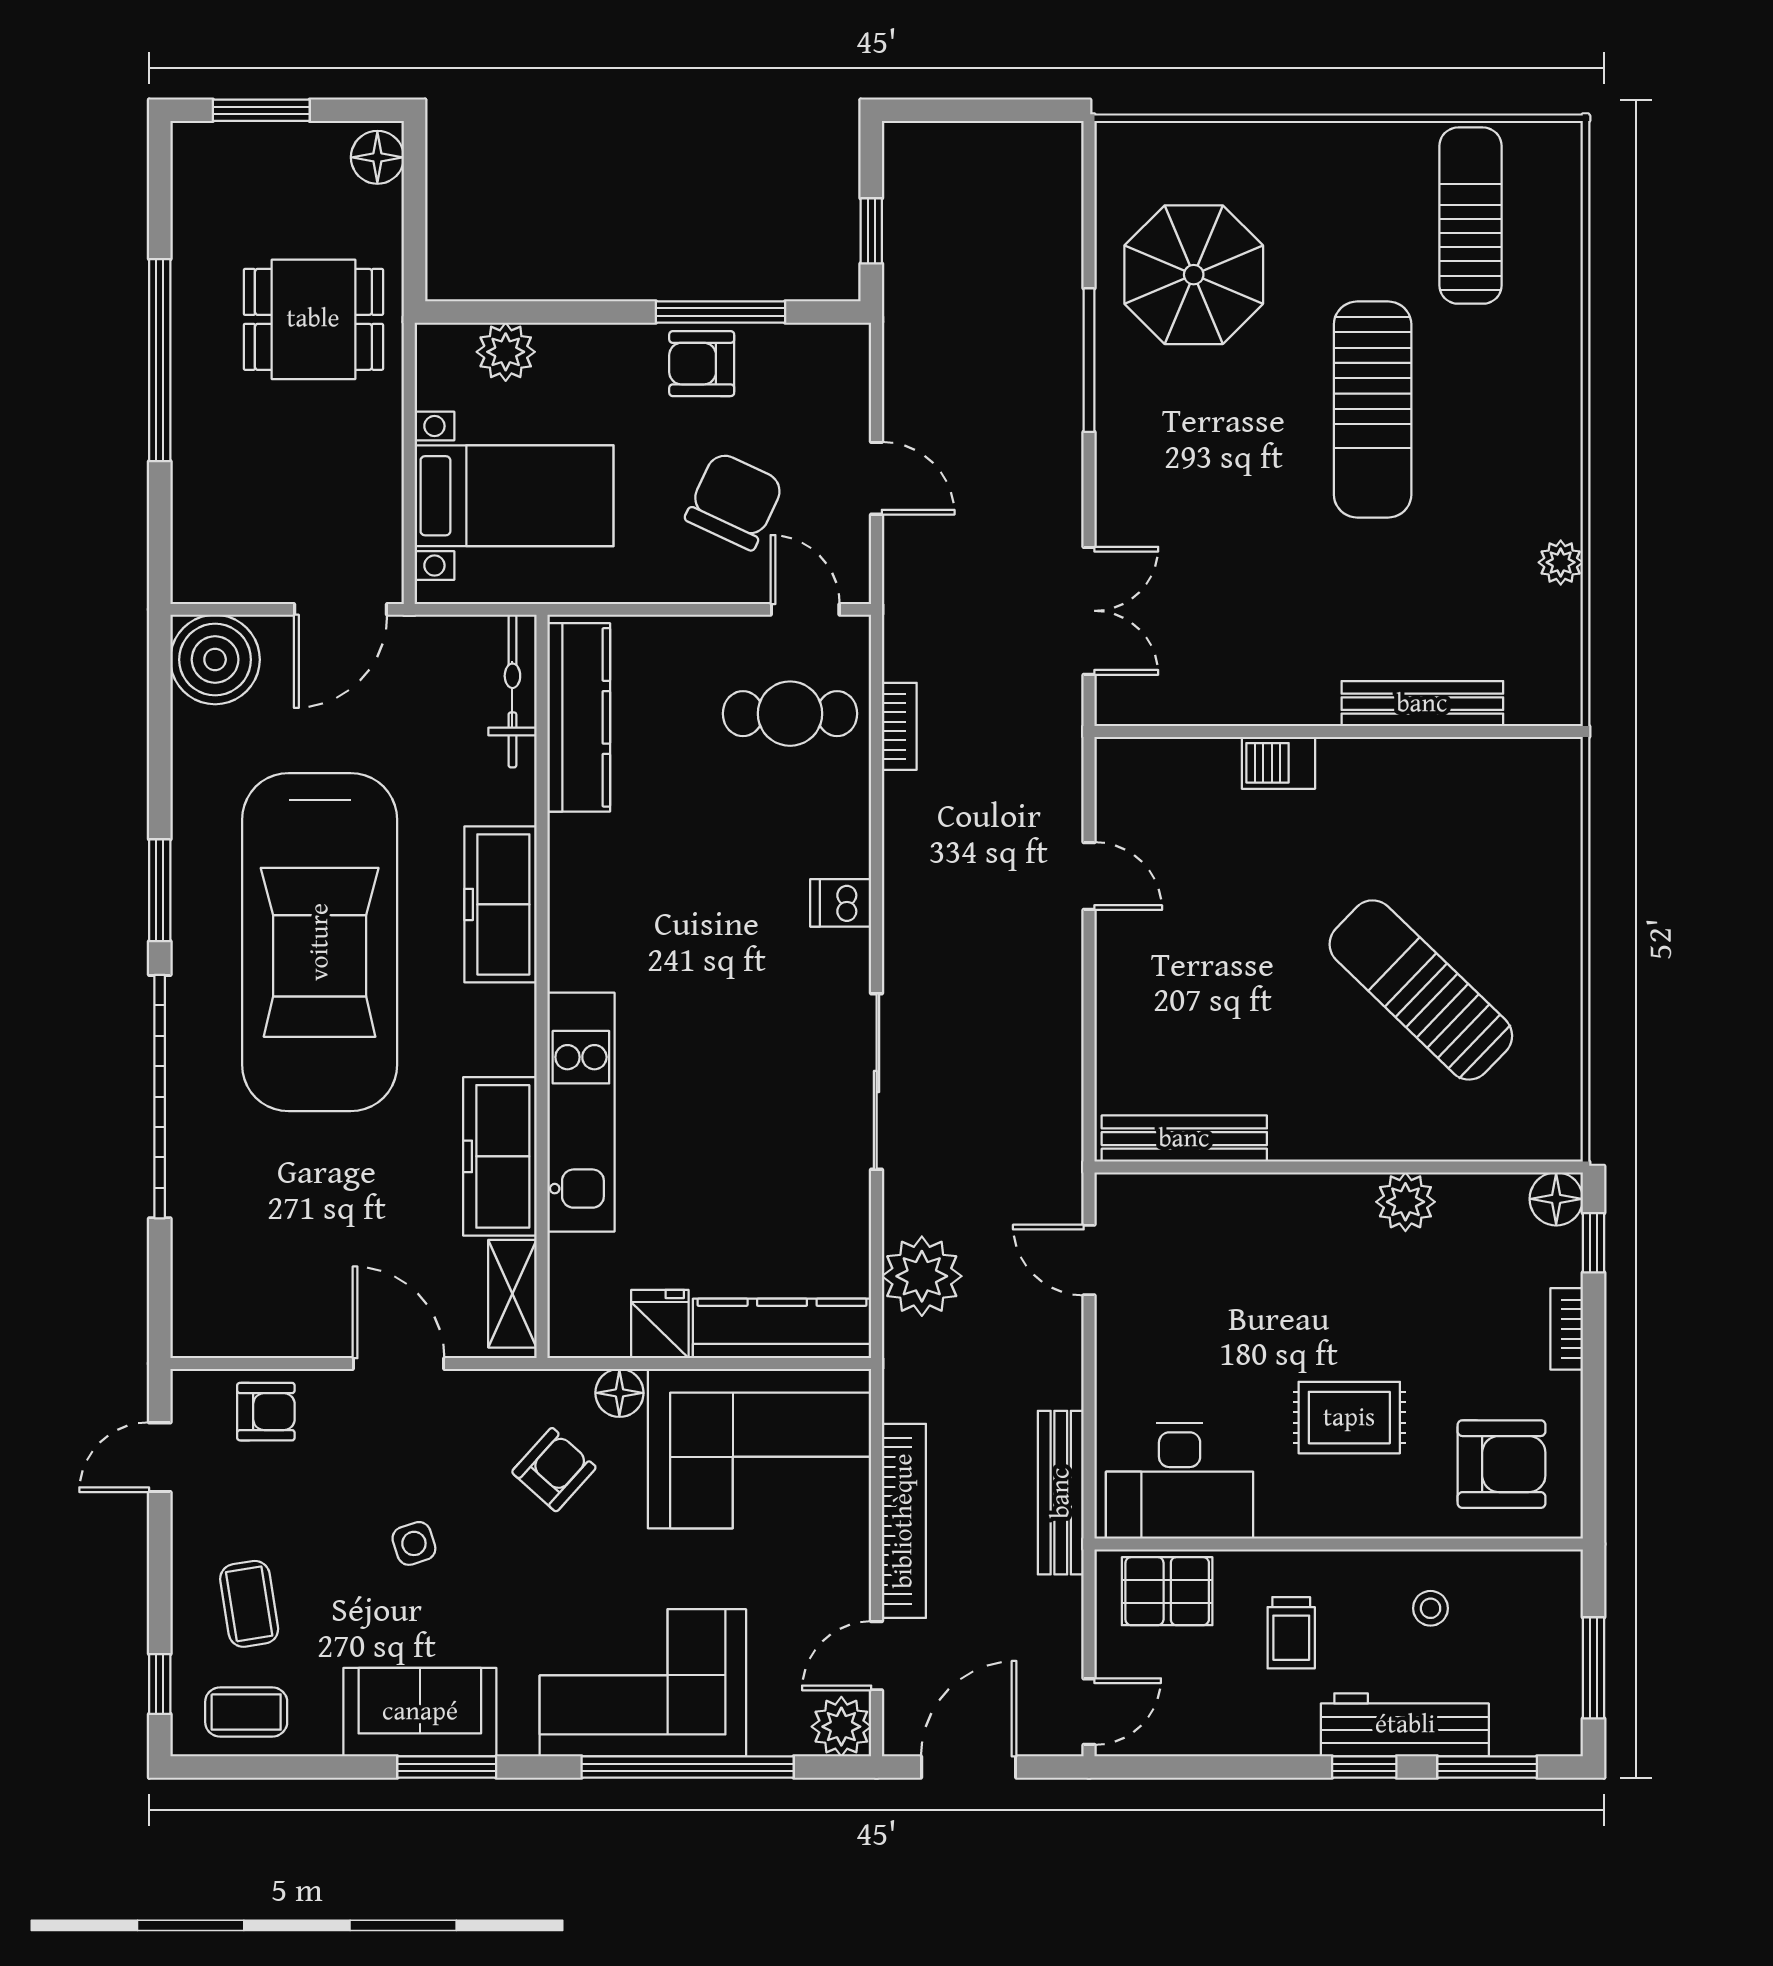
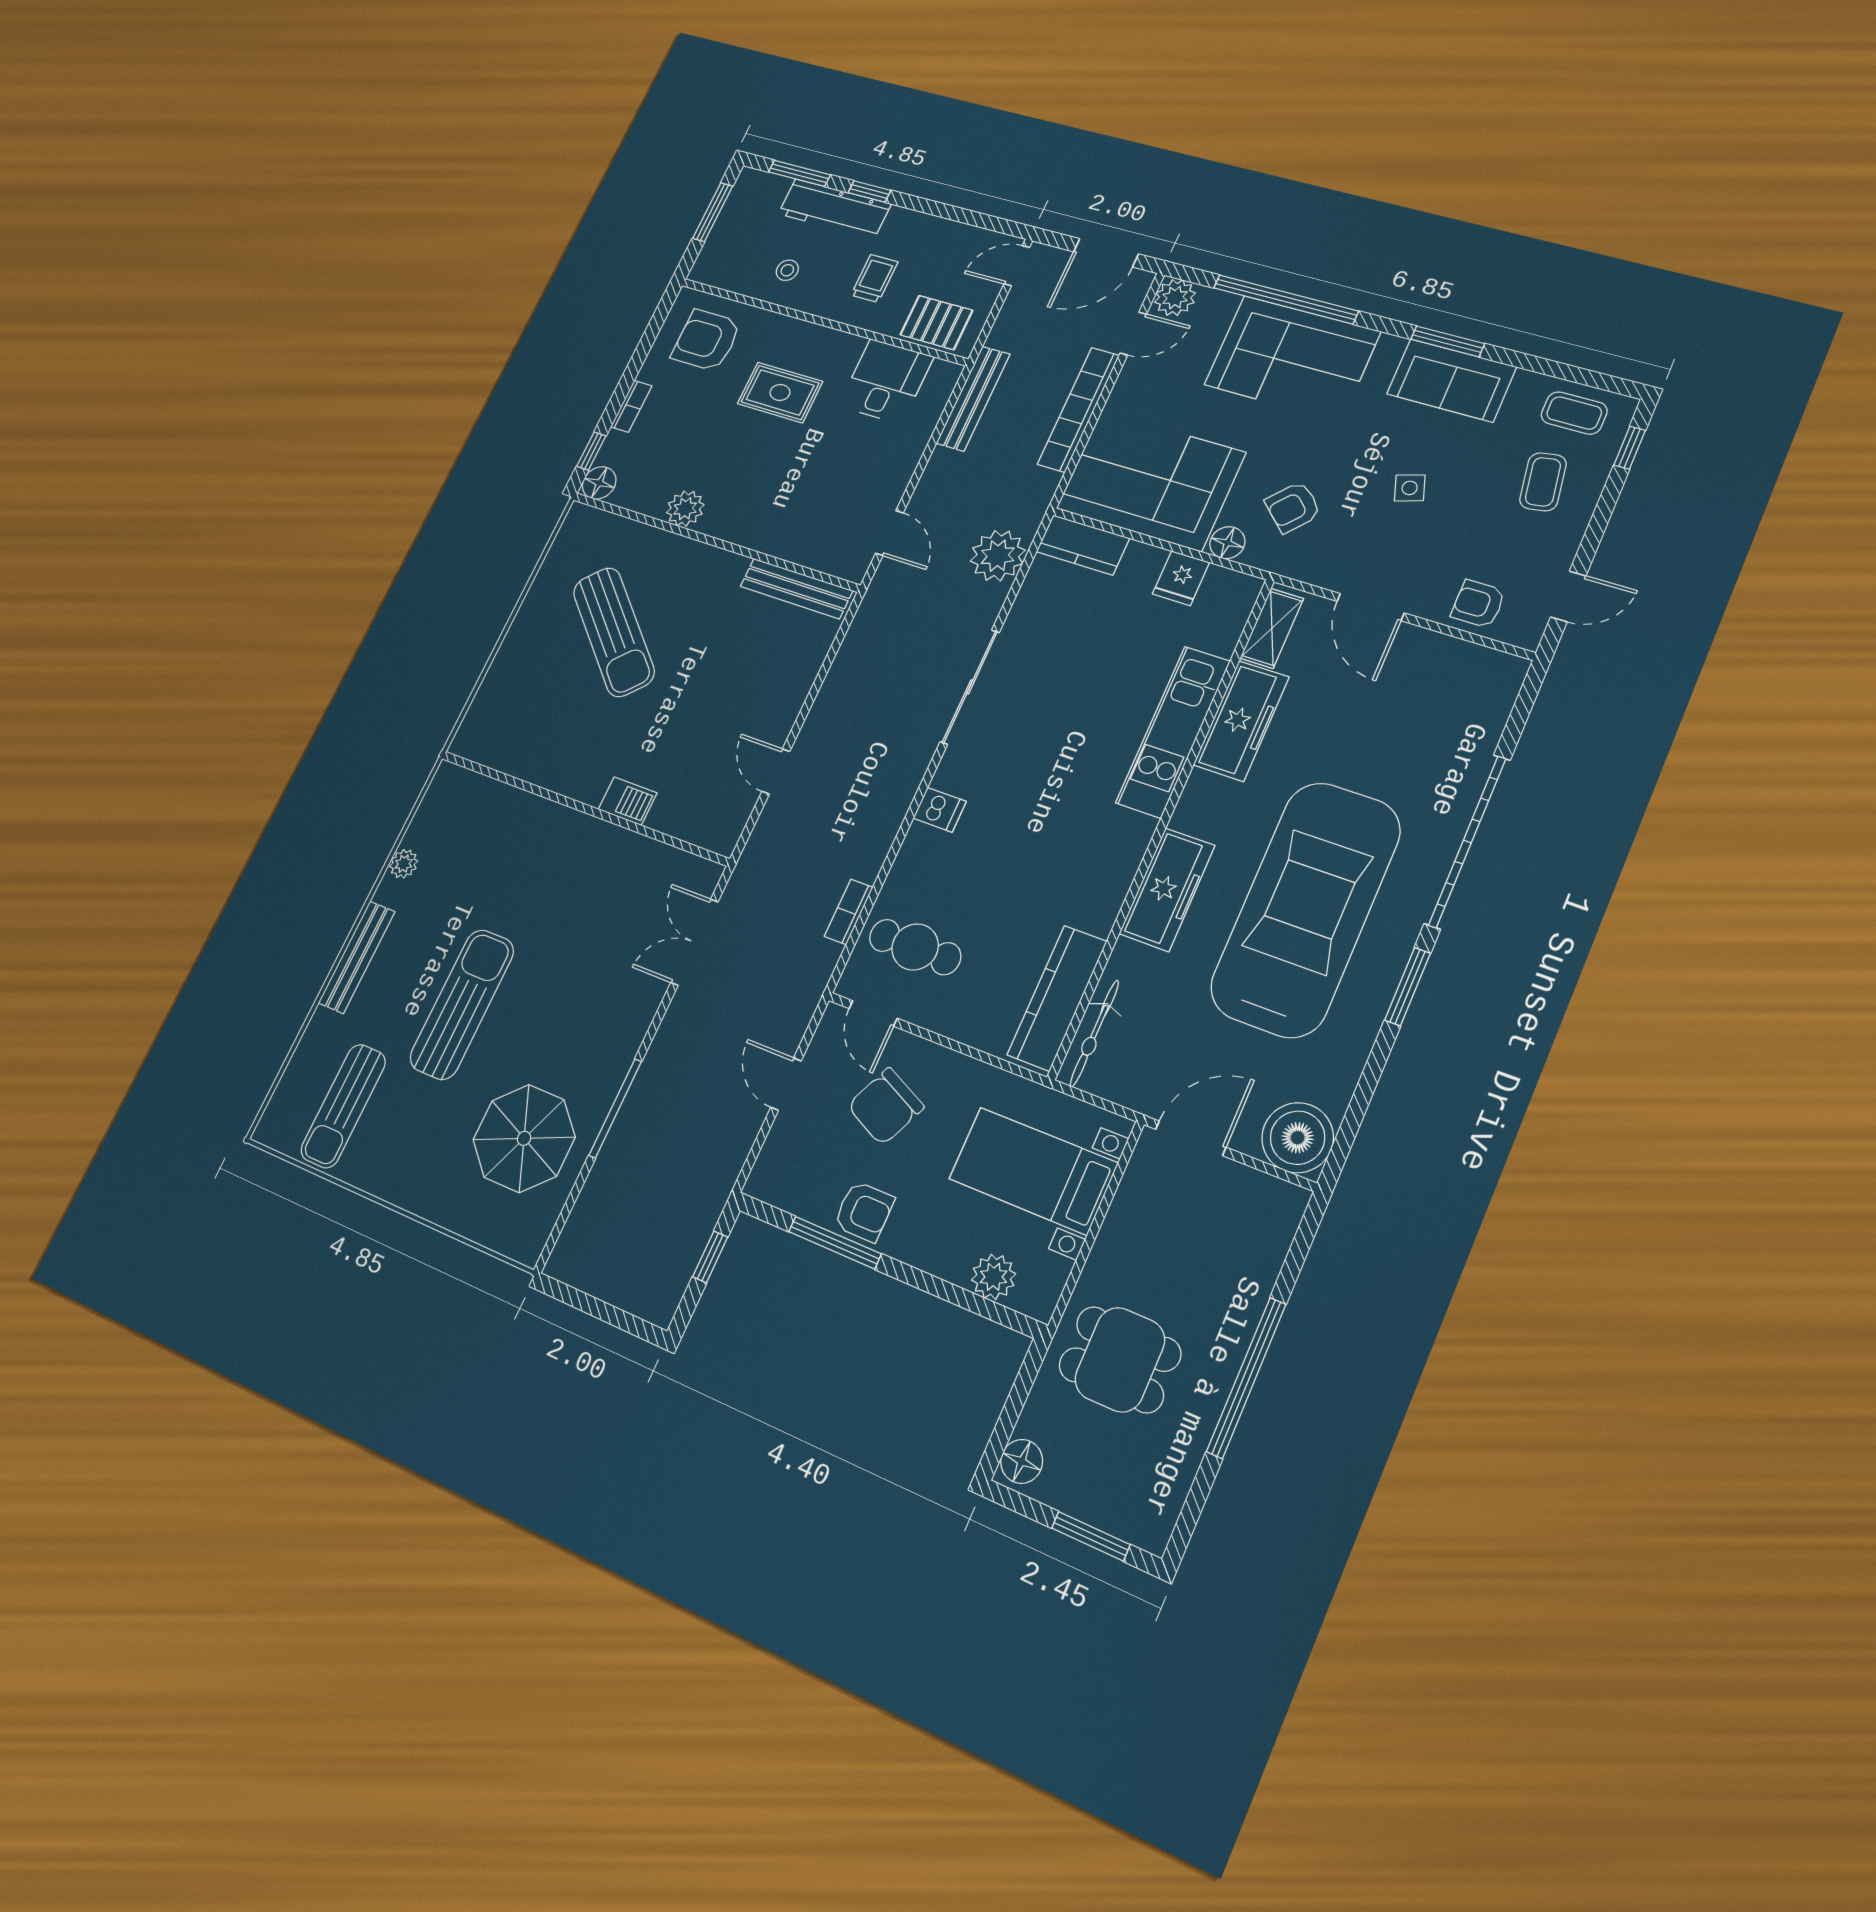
bench: (1422, 704) -> (357, 957), moved, turned 90
kitchen counter: (782, 1328) -> (1083, 545), width x0.67
desk: (1180, 1481) -> (886, 381), width x0.73

